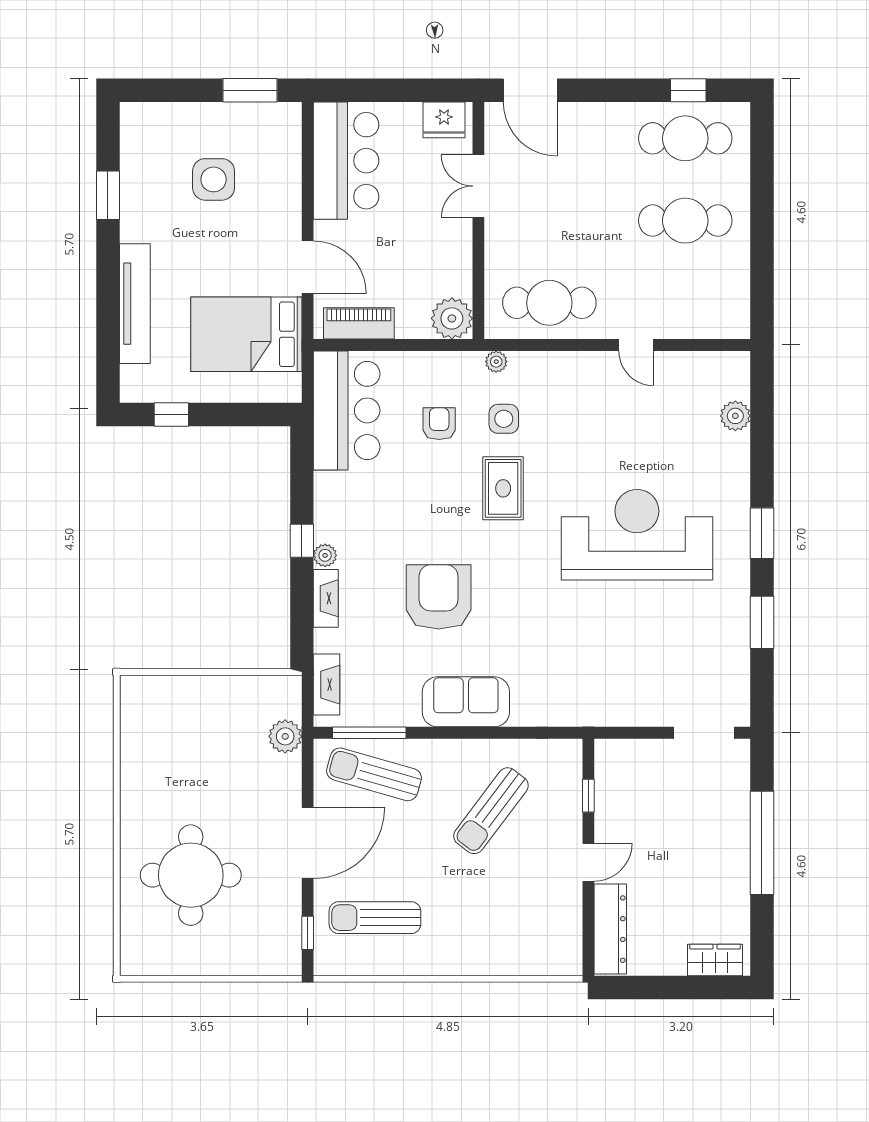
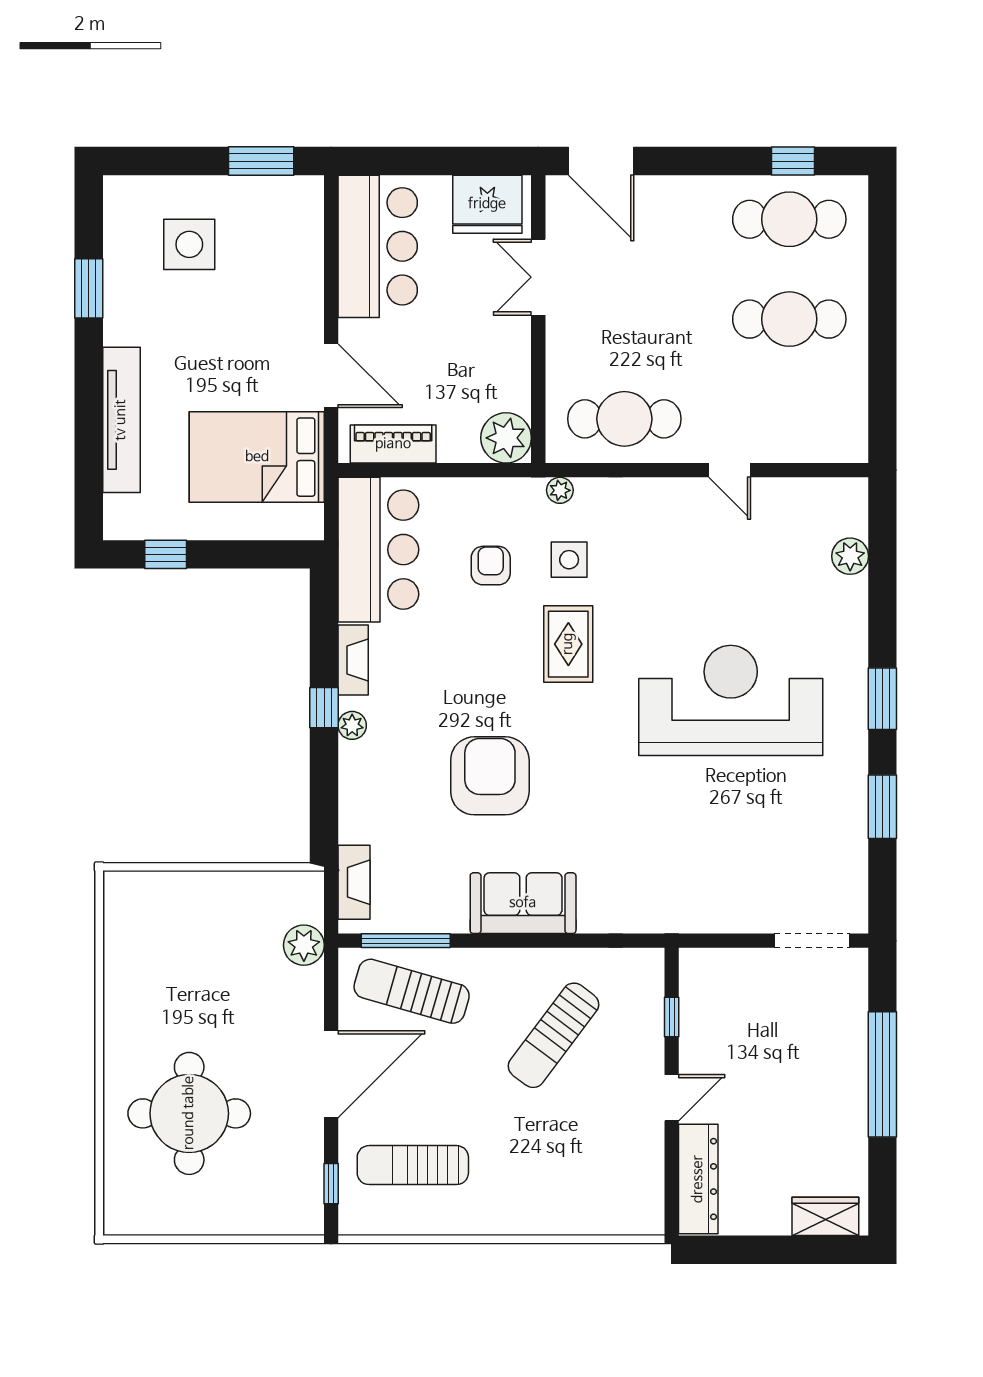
fridge: (444, 120) -> (487, 204), width x1.36, depth x1.34
side table: (214, 179) -> (189, 244), moved
fireplace: (326, 598) -> (353, 660), moved

